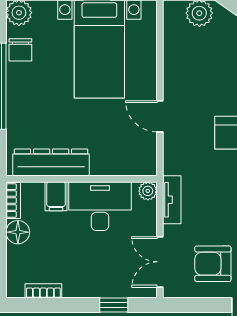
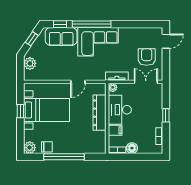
dresser: (51, 163) -> (99, 113), moved
double door: (160, 262) -> (146, 82), swing flipped
armchair: (213, 264) -> (147, 57), turned 180
window: (114, 305) -> (166, 115), moved

